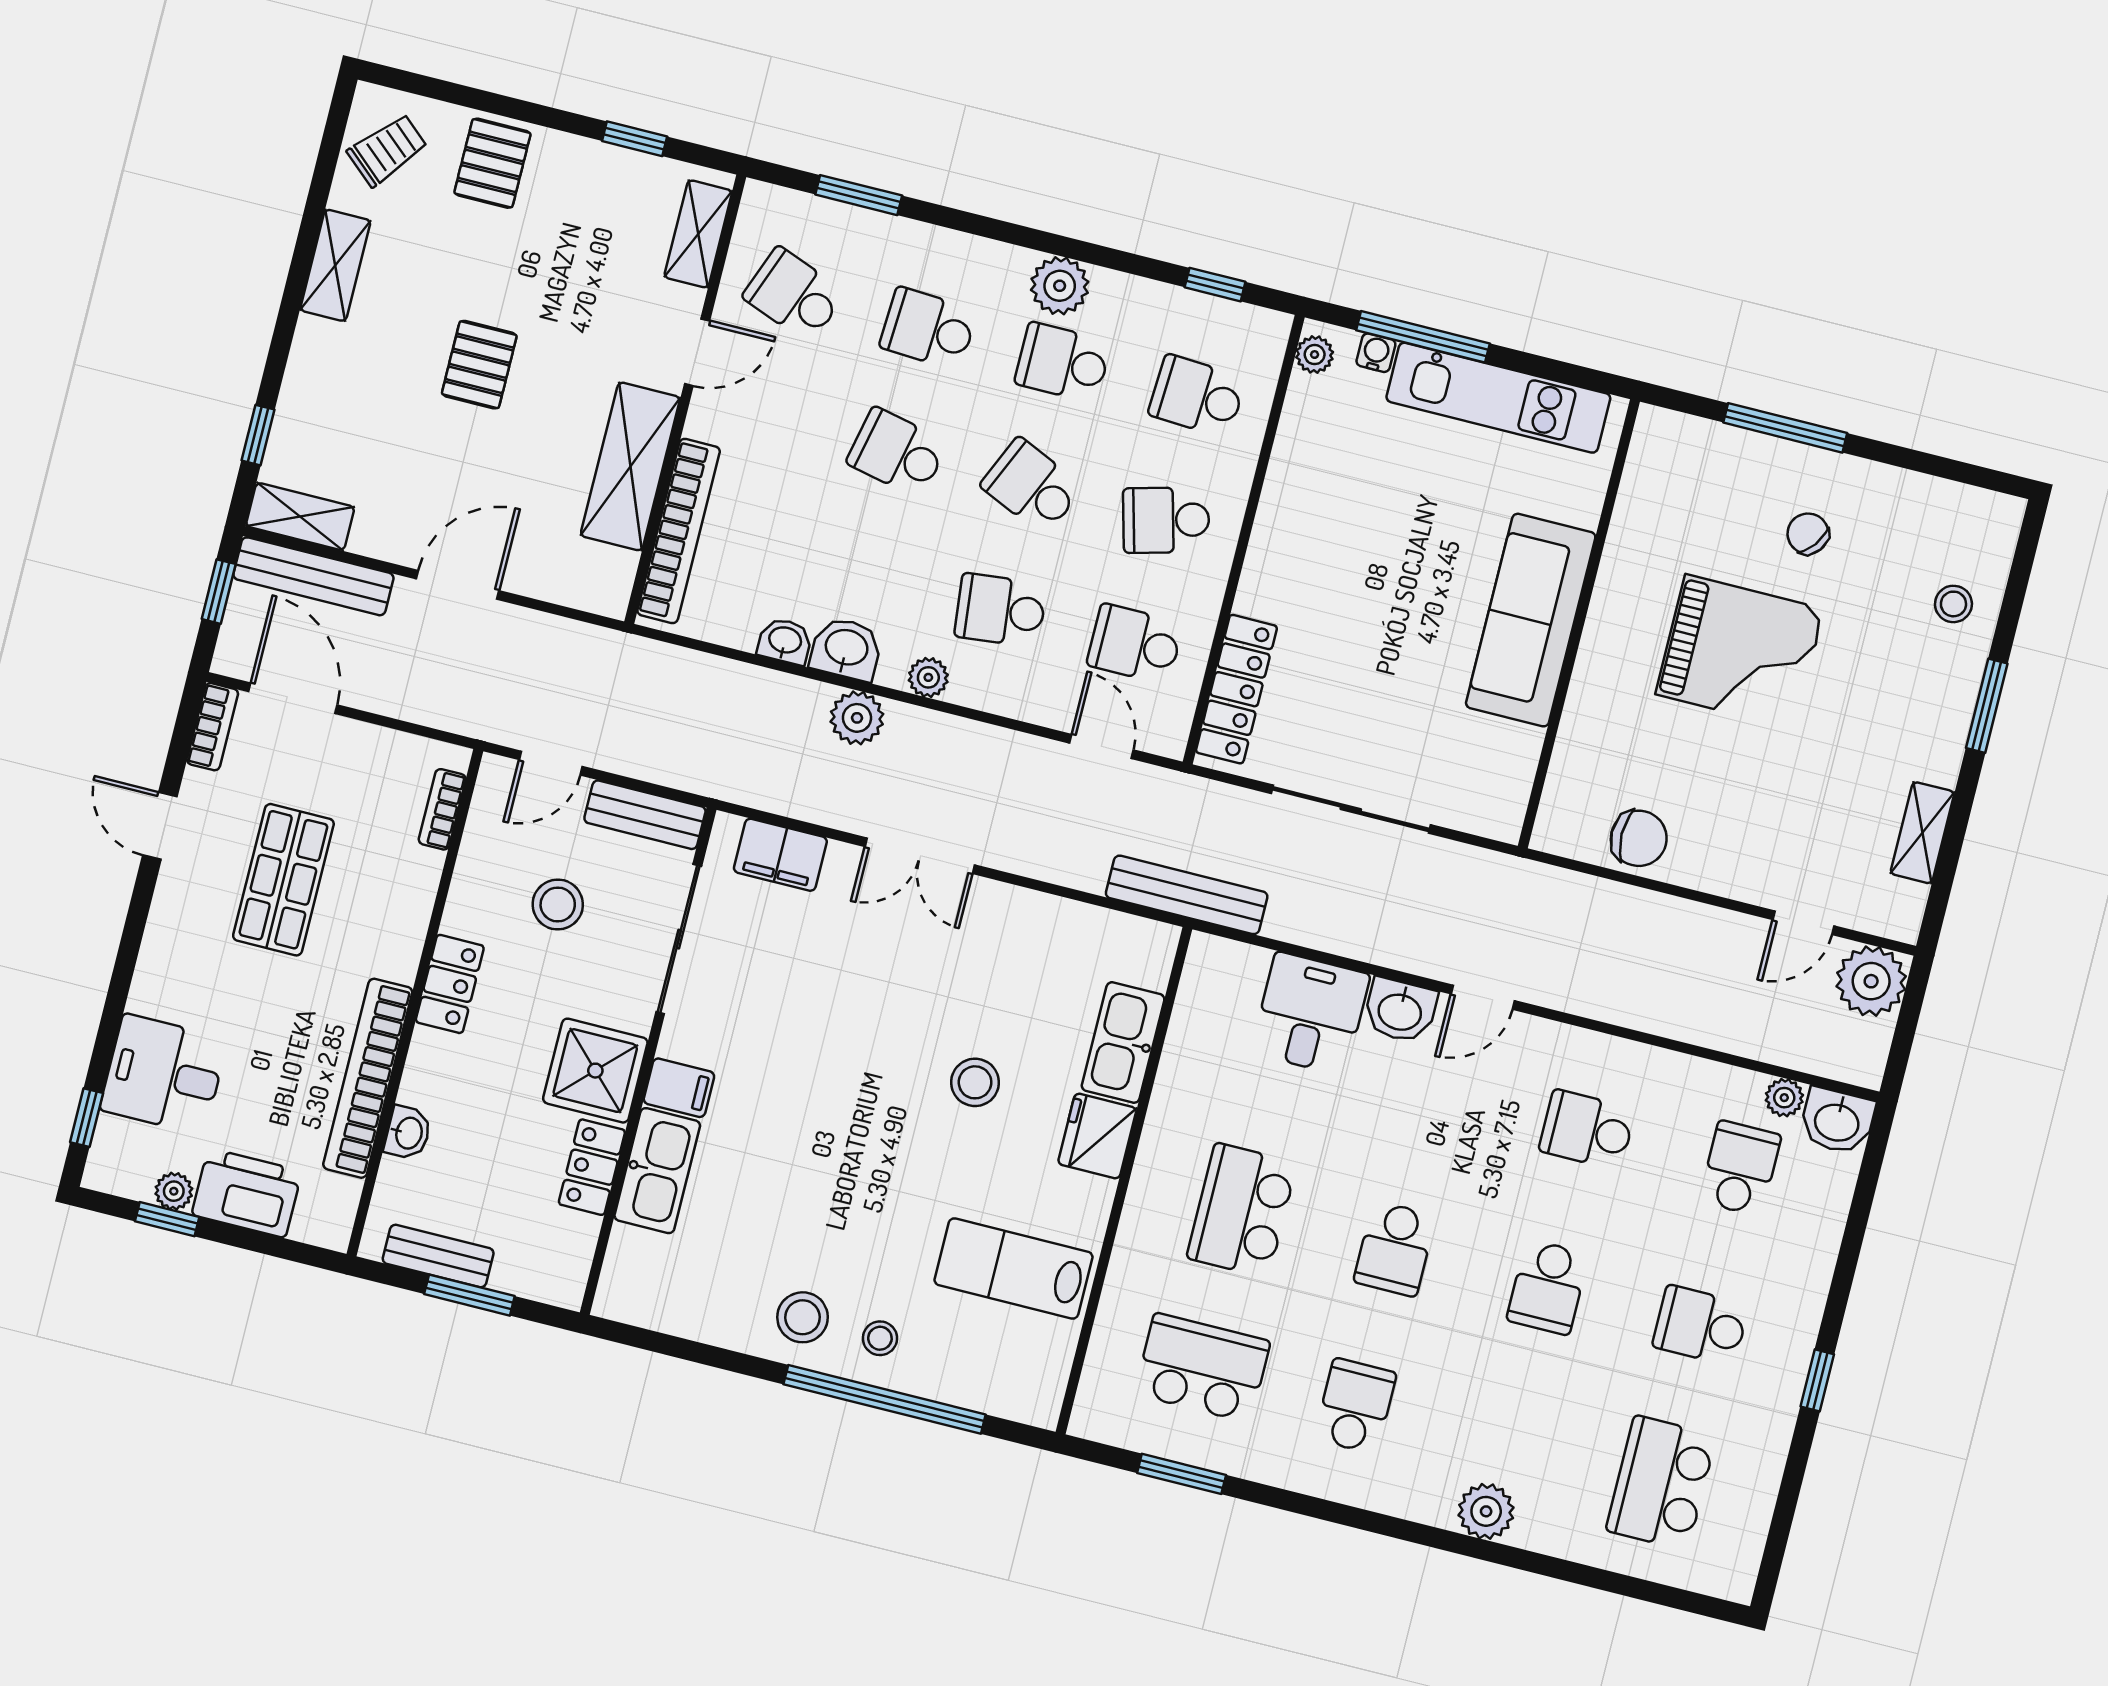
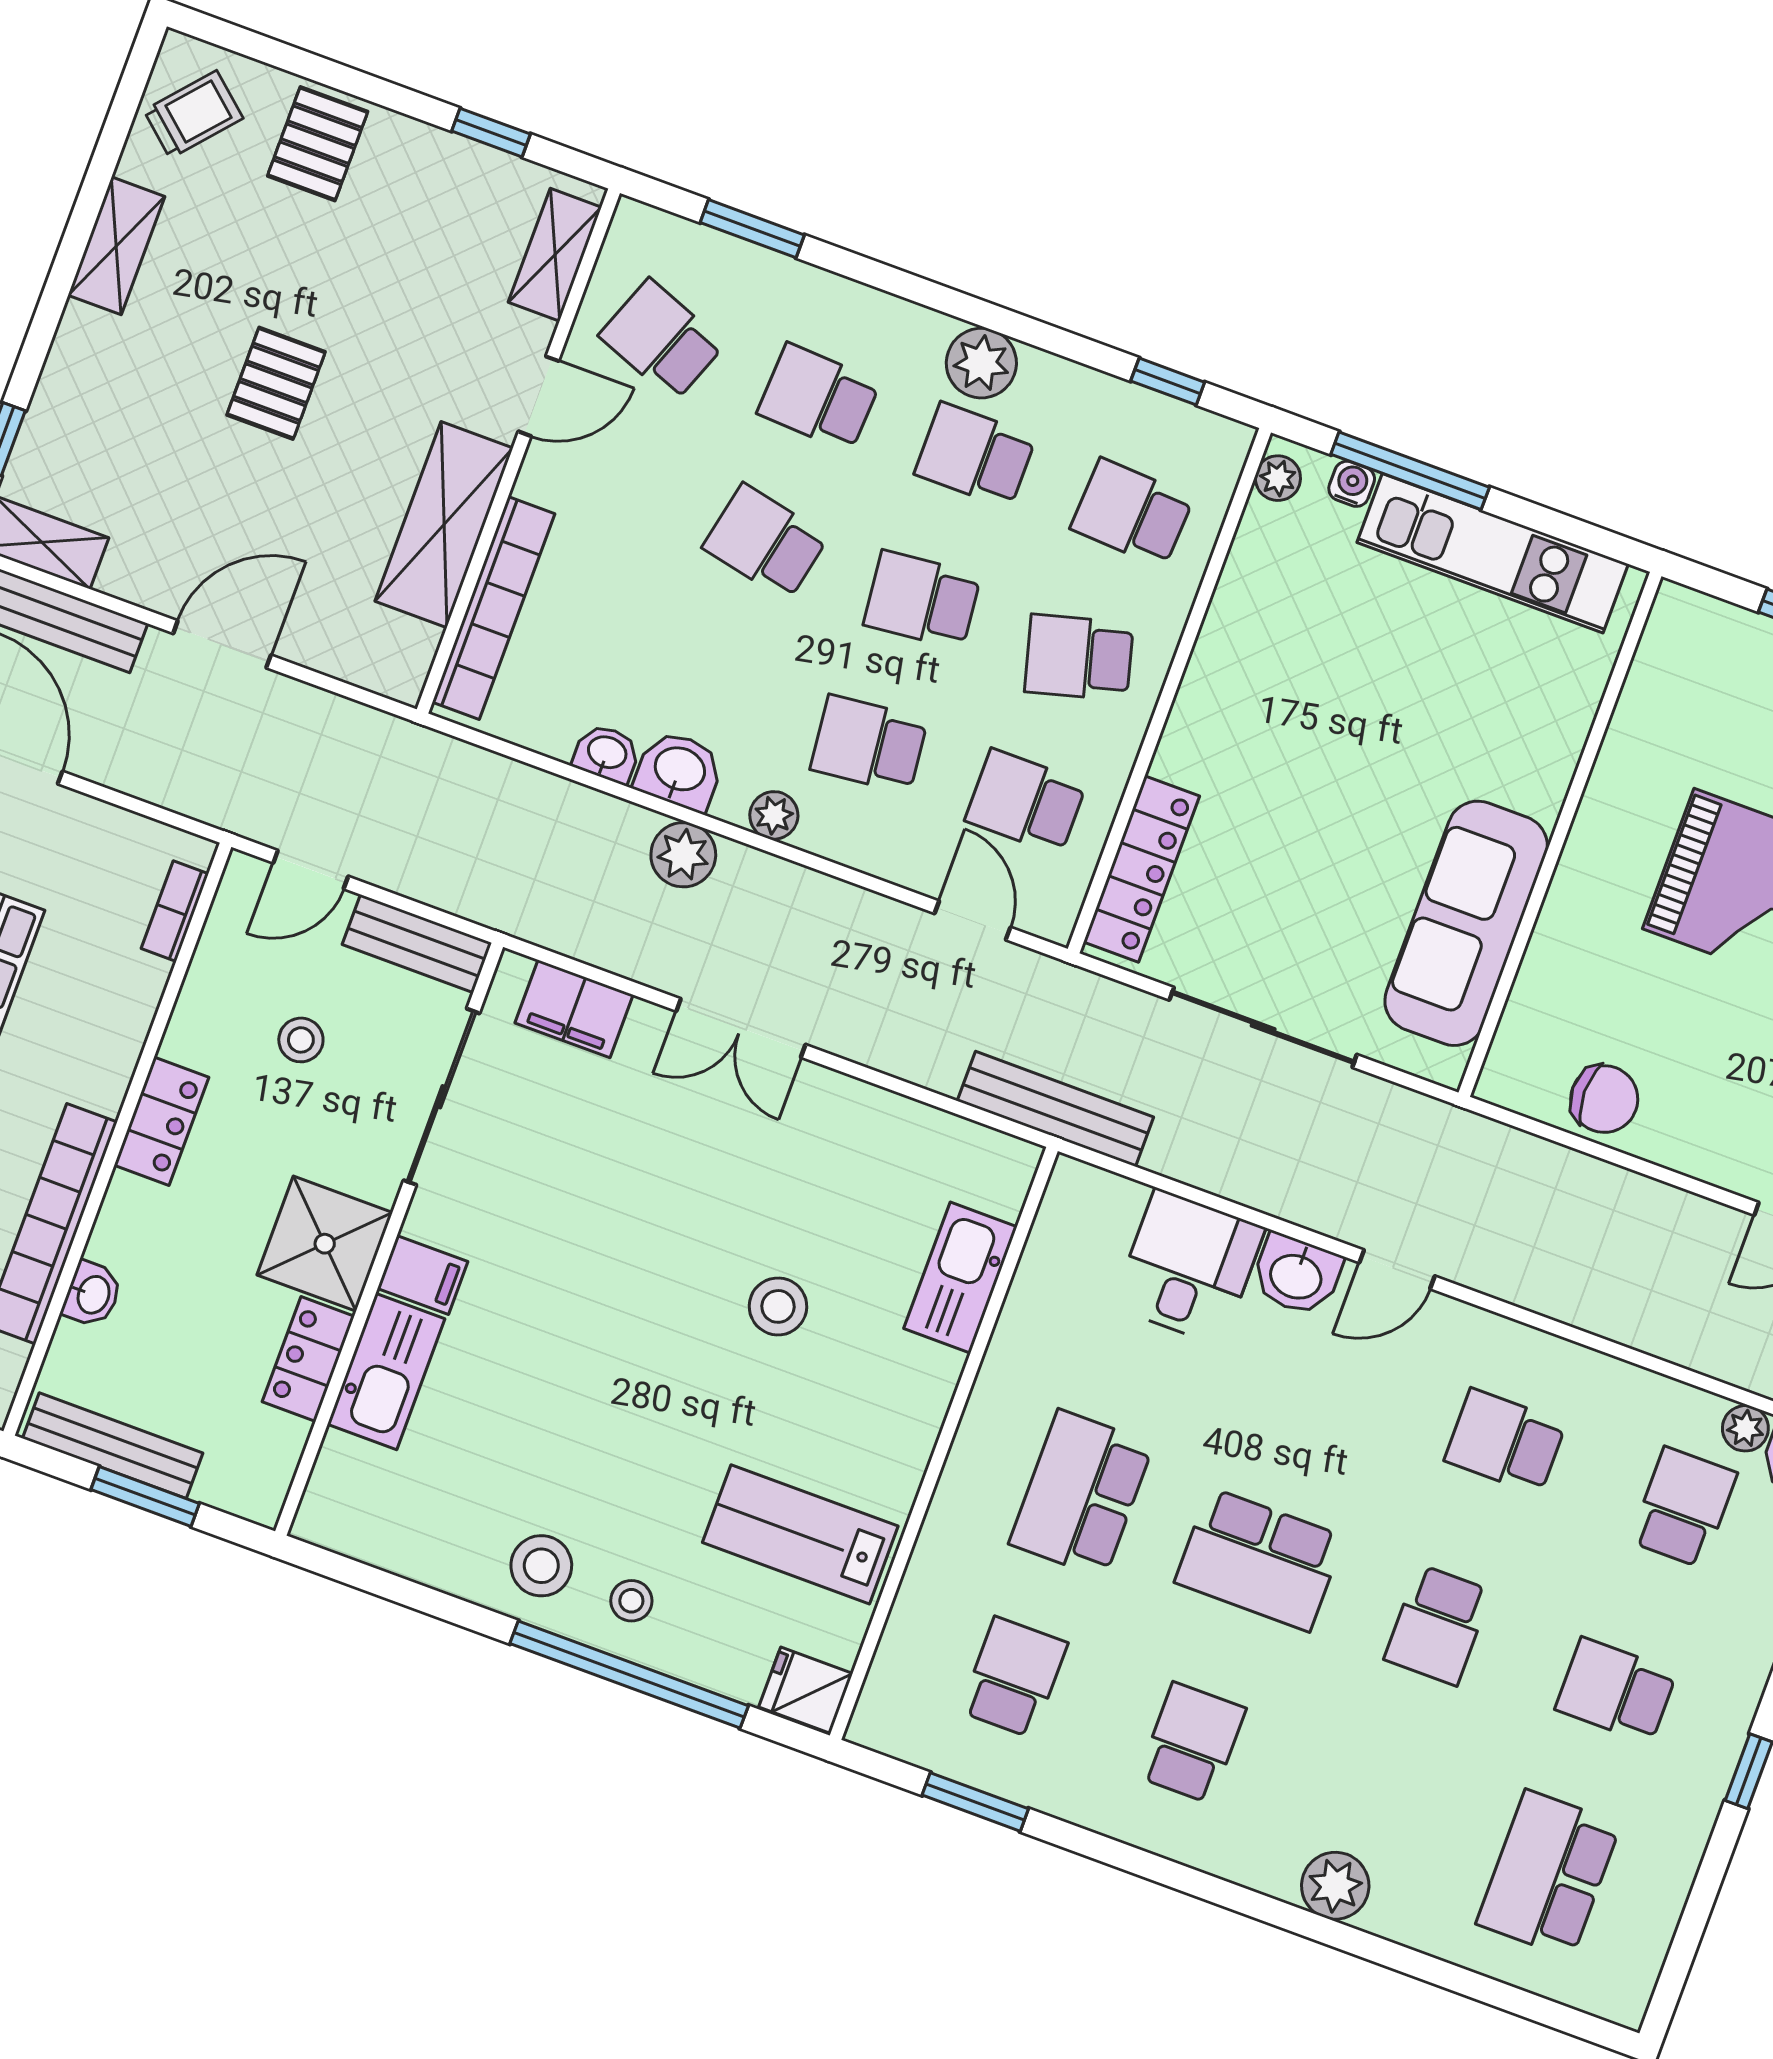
school desk: (1032, 486) -> (922, 600), turned -30
sofa: (1531, 620) -> (1466, 923), moved
stool: (558, 904) -> (301, 1040), width x0.73, depth x0.73
fridge: (1097, 1136) -> (806, 1690), moved, width x0.72
school desk: (1395, 1249) -> (1259, 1559), width x1.85
bench: (438, 1256) -> (113, 1446), width x1.36
school desk: (1202, 1368) -> (1014, 1677), width x0.54

